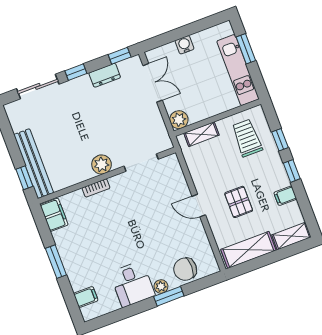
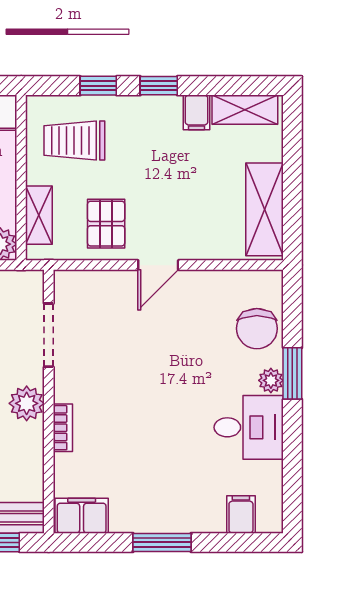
pallet: (239, 202) -> (106, 224), moved, turned 90
shelving: (291, 236) -> (245, 110), moved, turned 90

